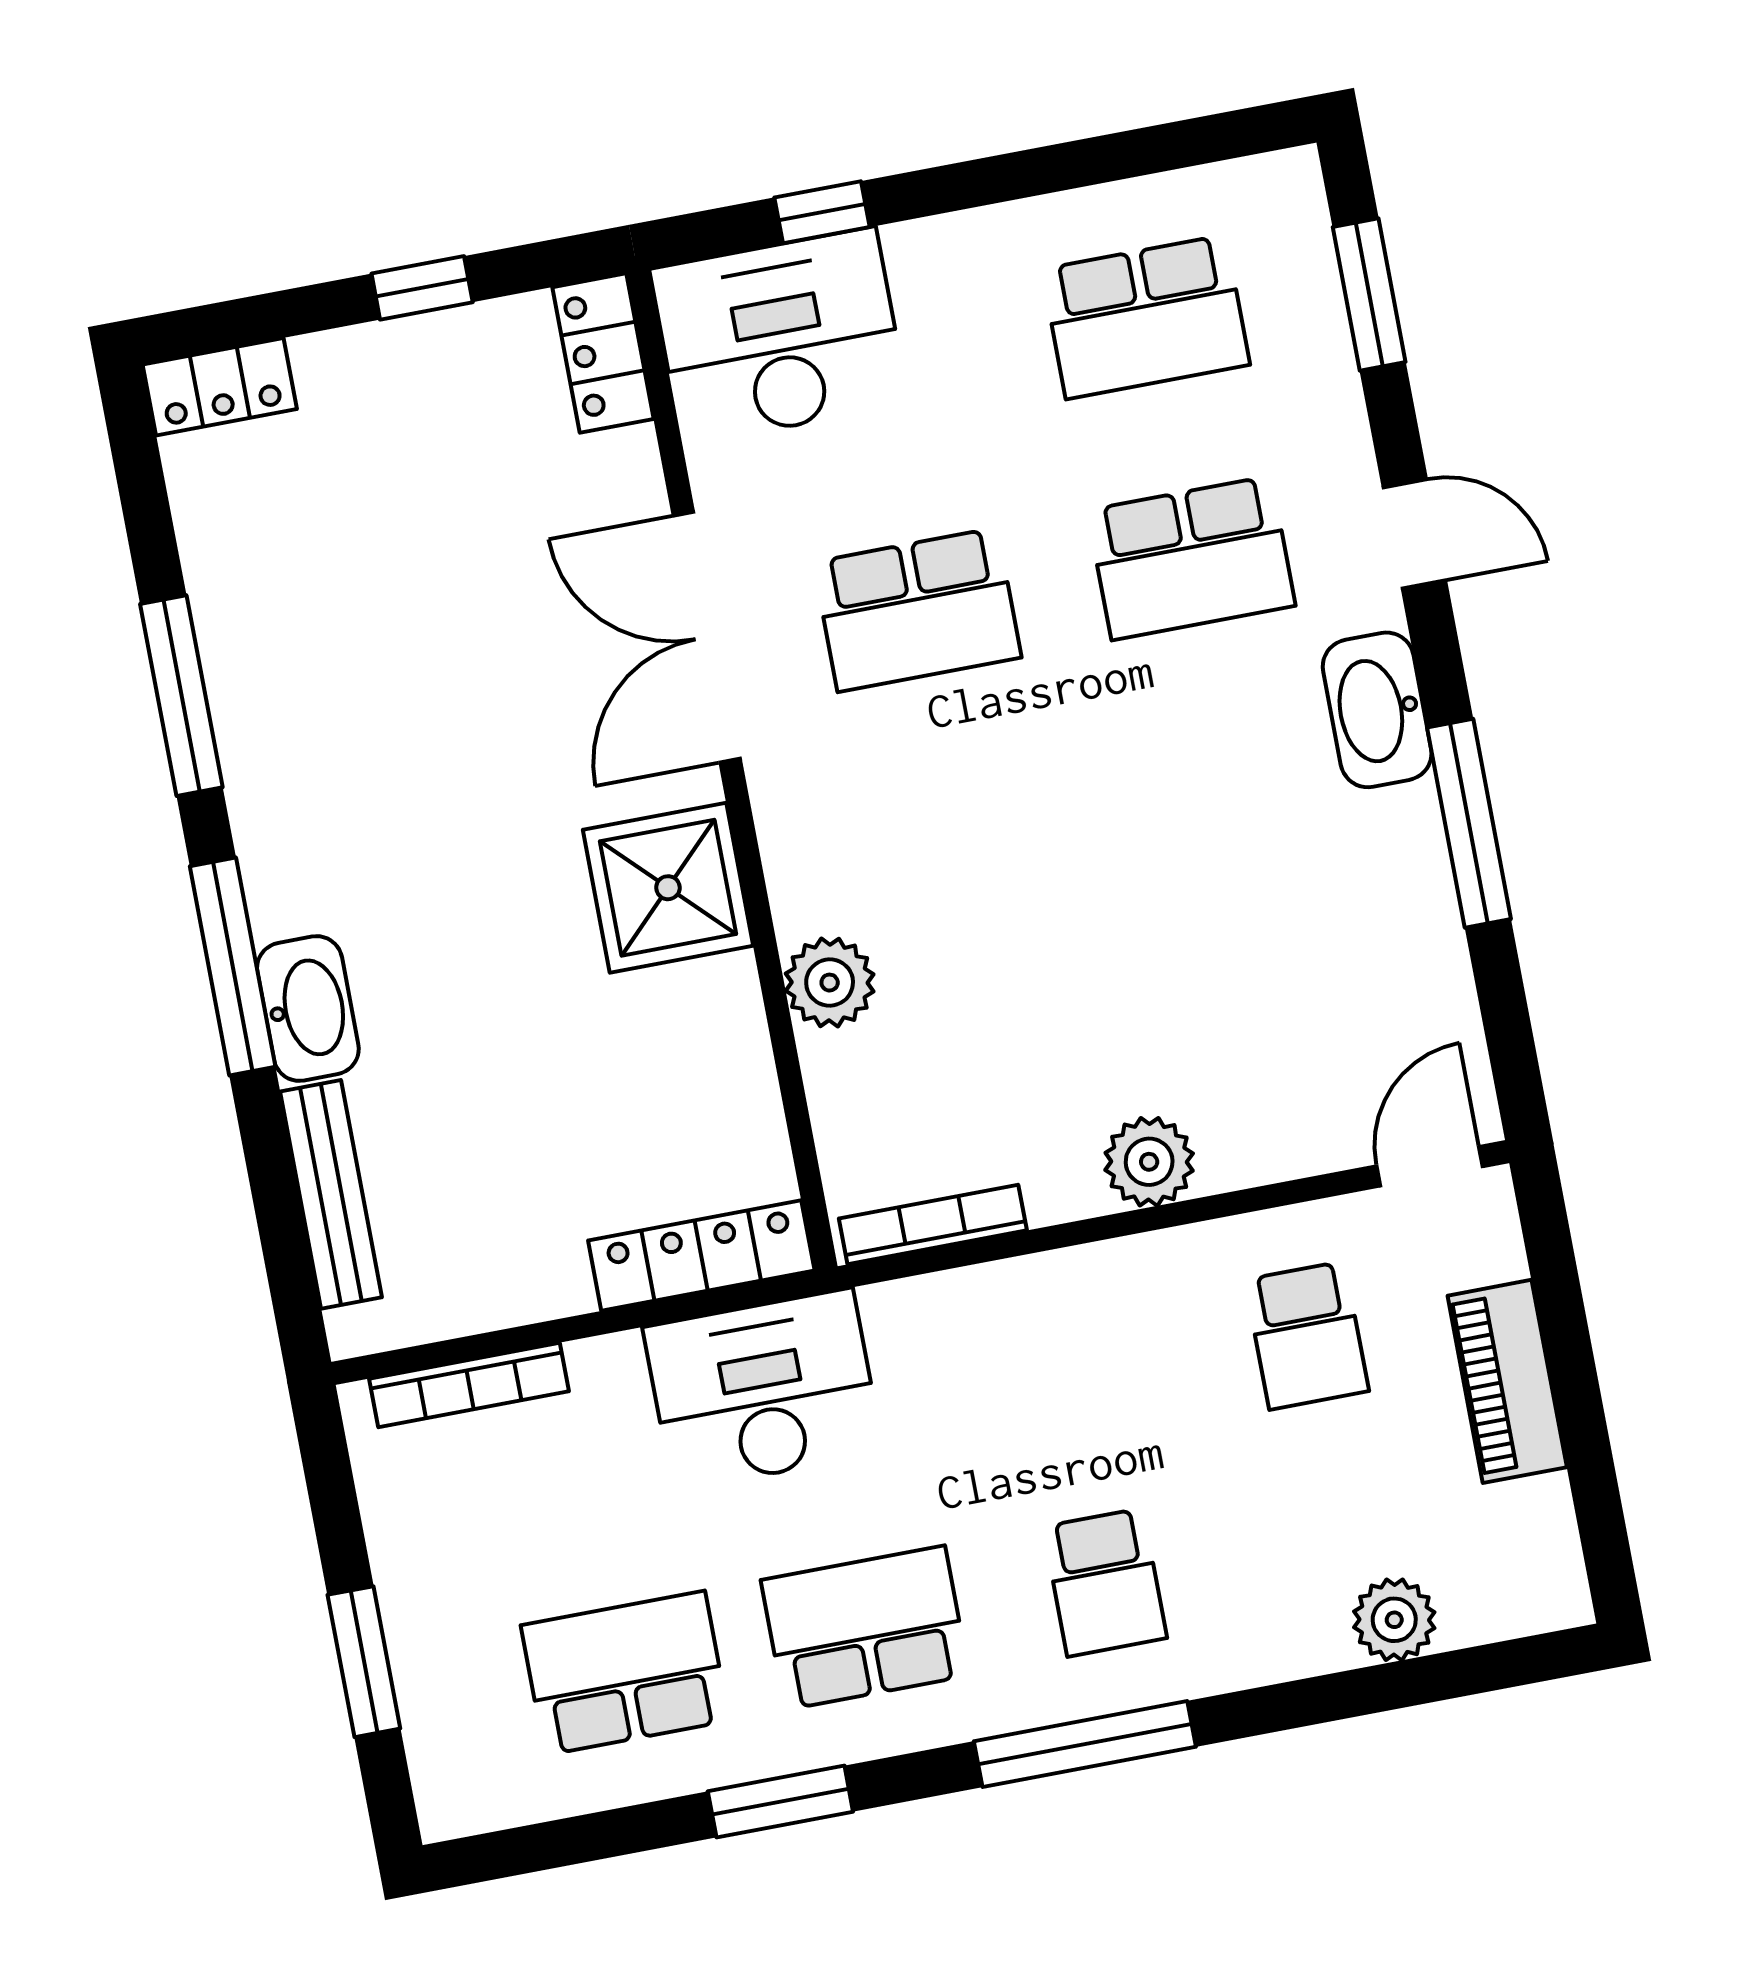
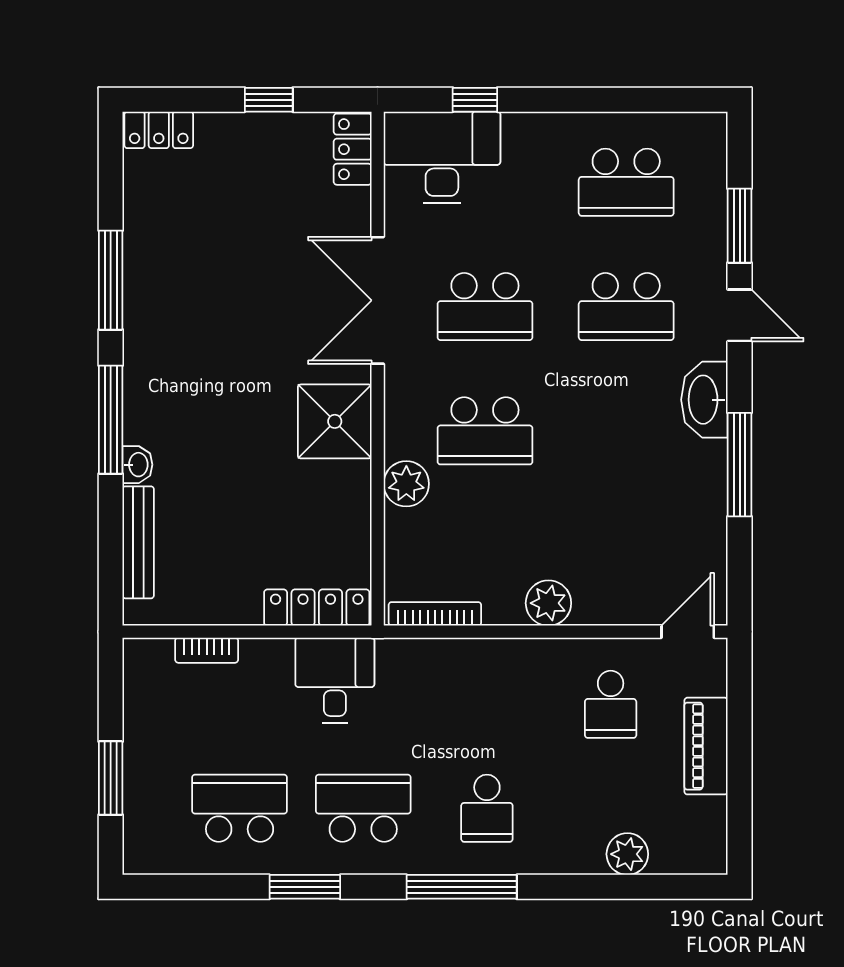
window: (1369, 294) -> (740, 226), moved
school desk: (963, 851) -> (485, 431), added
washbasin: (308, 1008) -> (137, 465), width x0.52, depth x0.69
bookcase: (469, 1385) -> (207, 650), width x0.64
desk: (763, 1390) -> (335, 680), width x0.73

